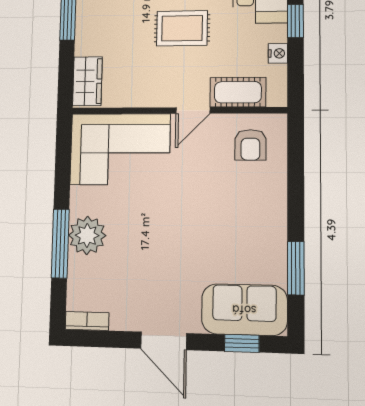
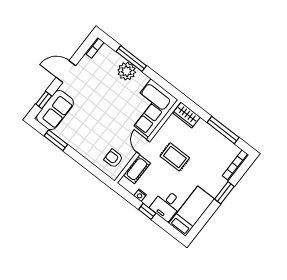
rug: (182, 28) -> (175, 157), moved, turned 90

